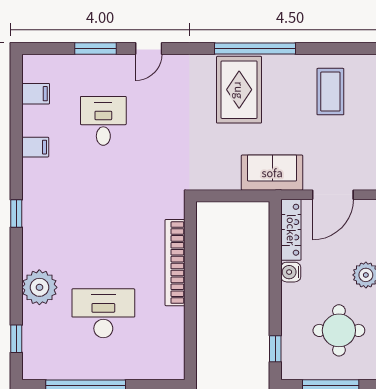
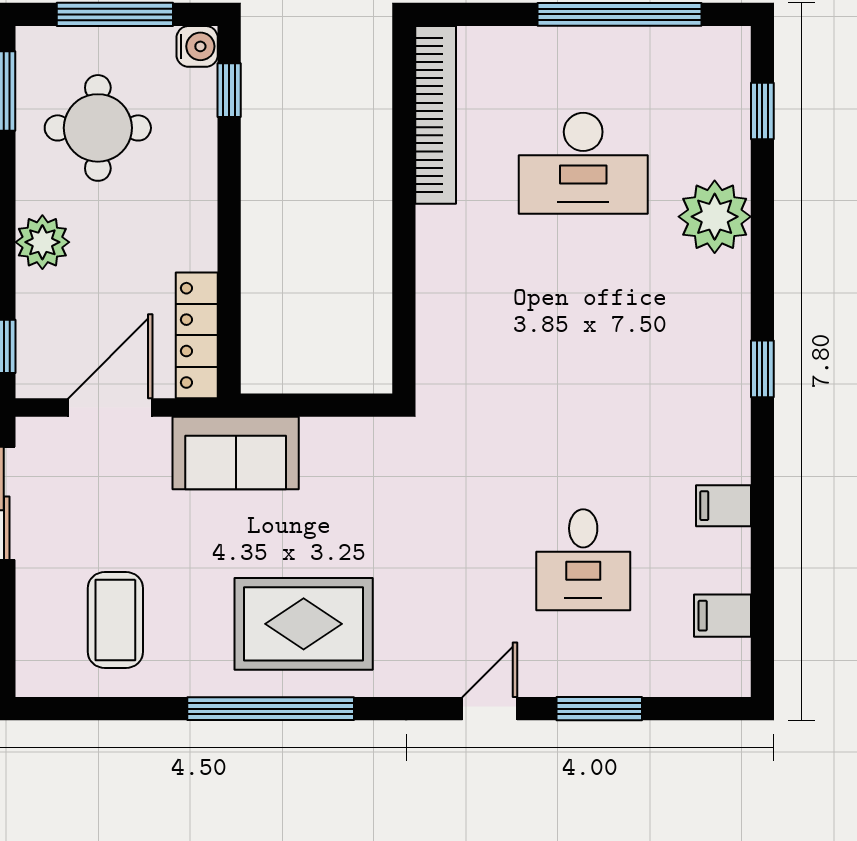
rug: (239, 90) -> (304, 624), turned 90
bookcase: (175, 263) -> (436, 115), moved
water cooler: (291, 272) -> (197, 46), moved

